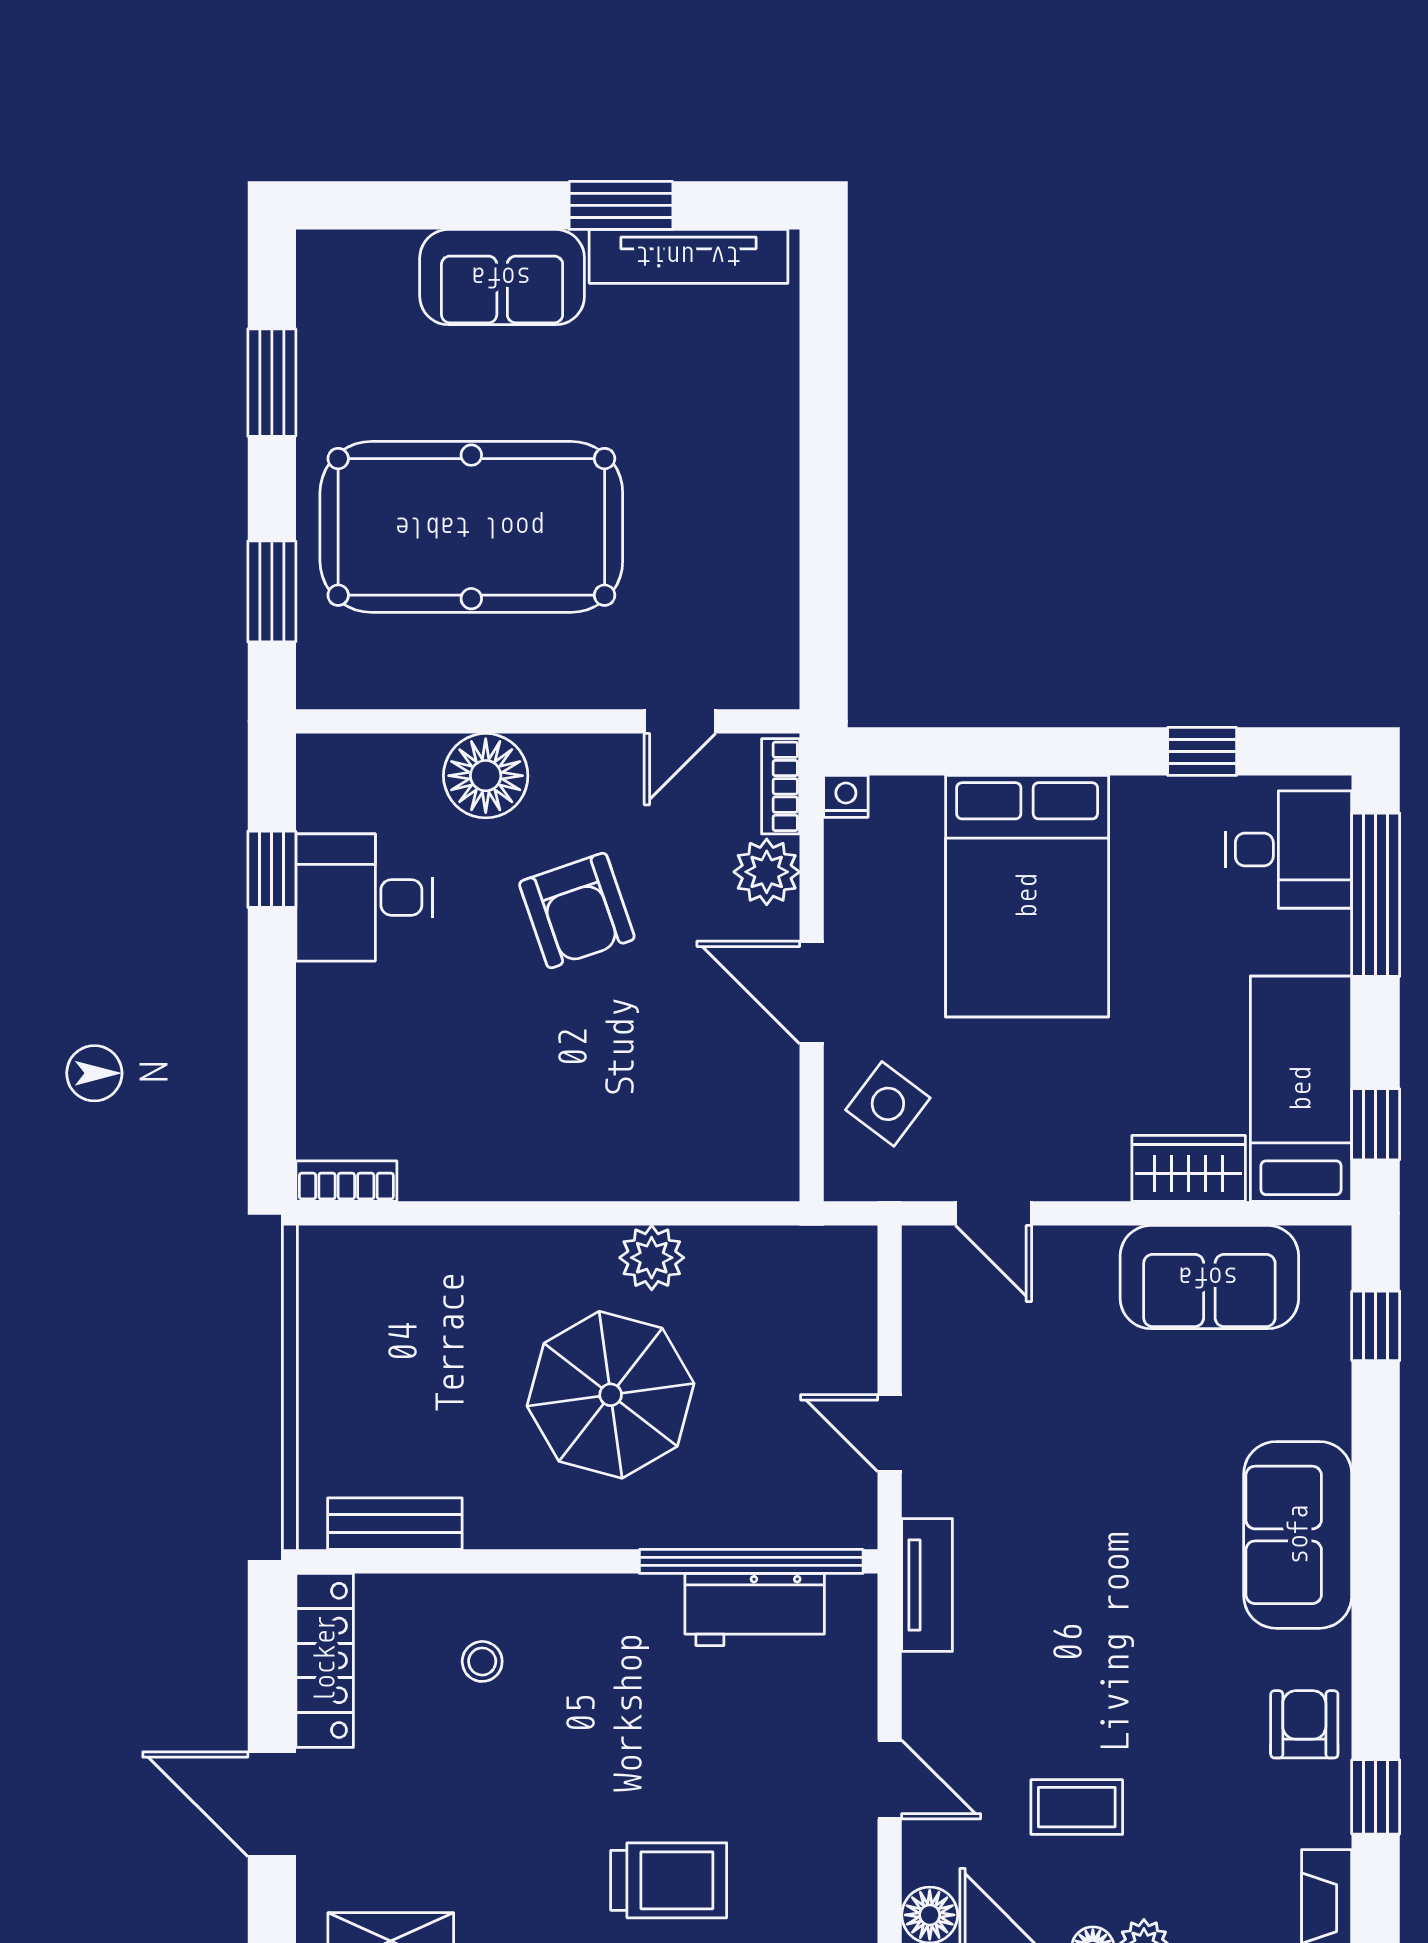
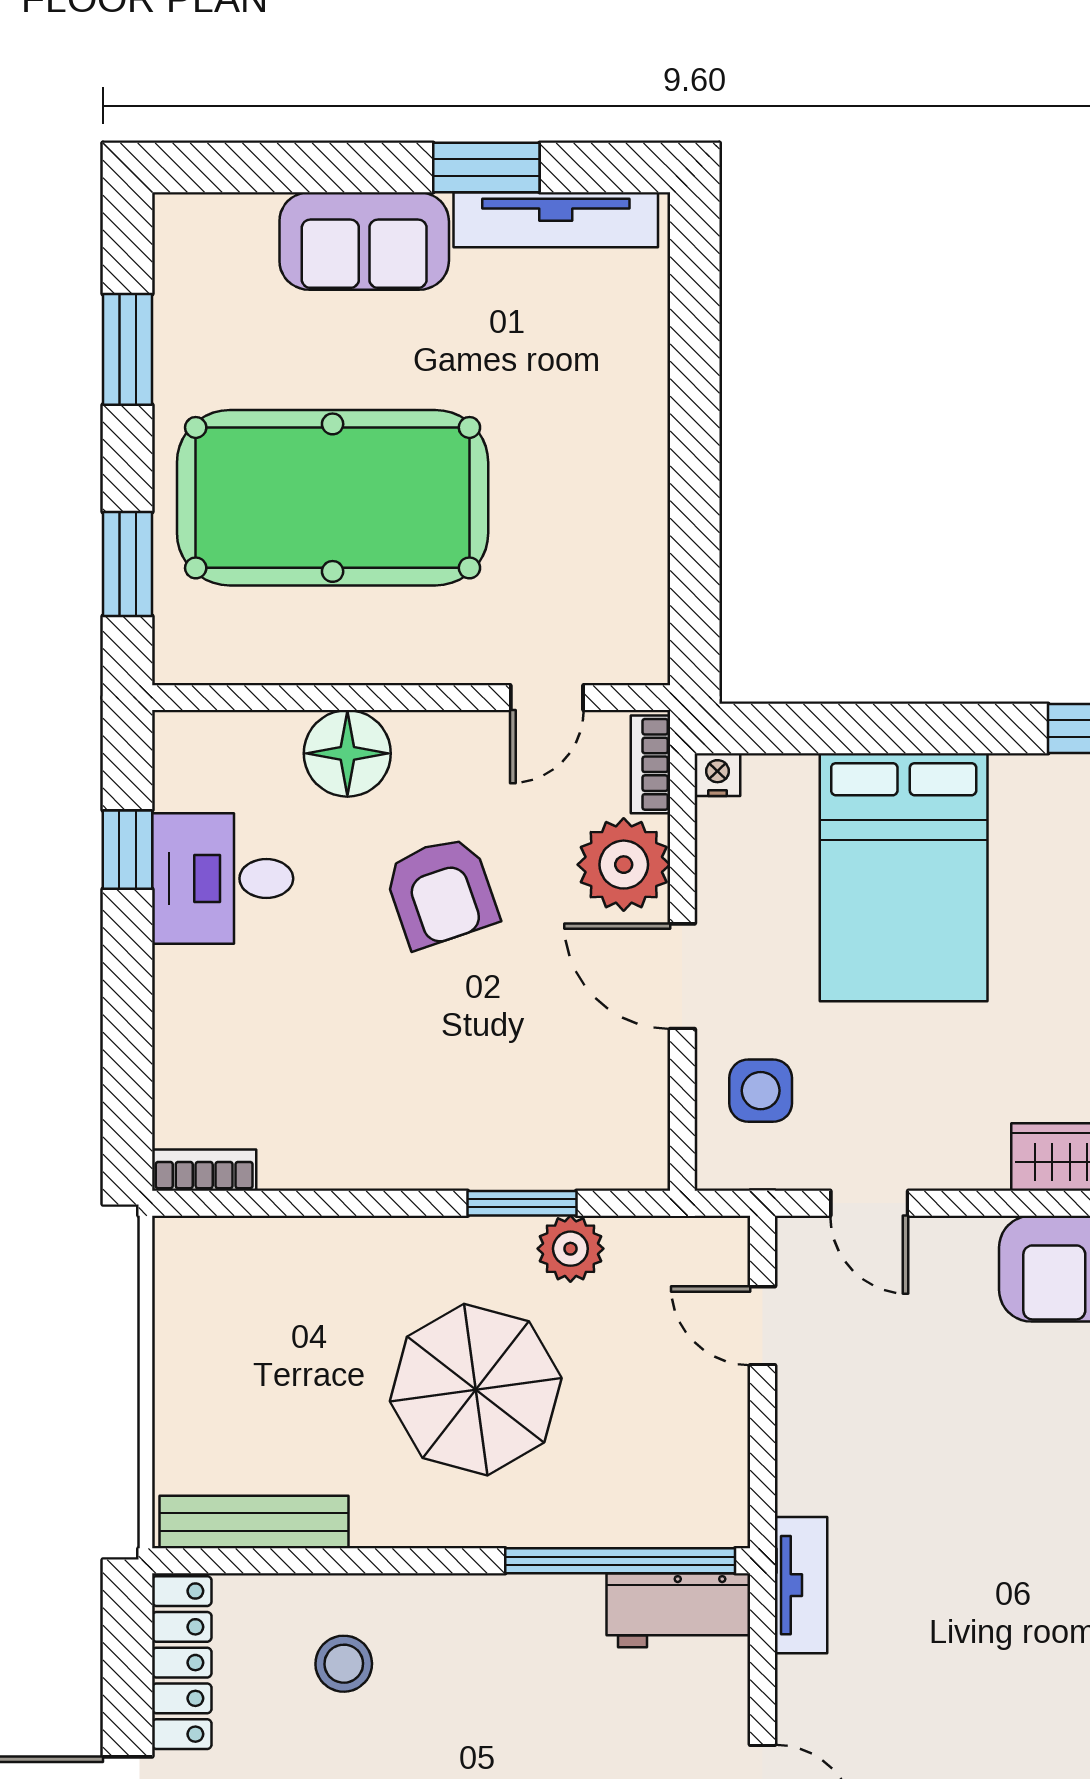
plant: (767, 872) -> (624, 865), width x1.36, depth x1.36
side table: (888, 1104) -> (761, 1091), turned -37
window: (656, 1213) -> (522, 1203), added
plant: (652, 1258) -> (570, 1249), moved
door: (890, 1433) -> (763, 1326), moved
bench: (395, 1524) -> (254, 1522), width x1.36
workbench: (755, 1609) -> (678, 1610), moved
stool: (482, 1661) -> (344, 1664), width x1.37, depth x1.37

